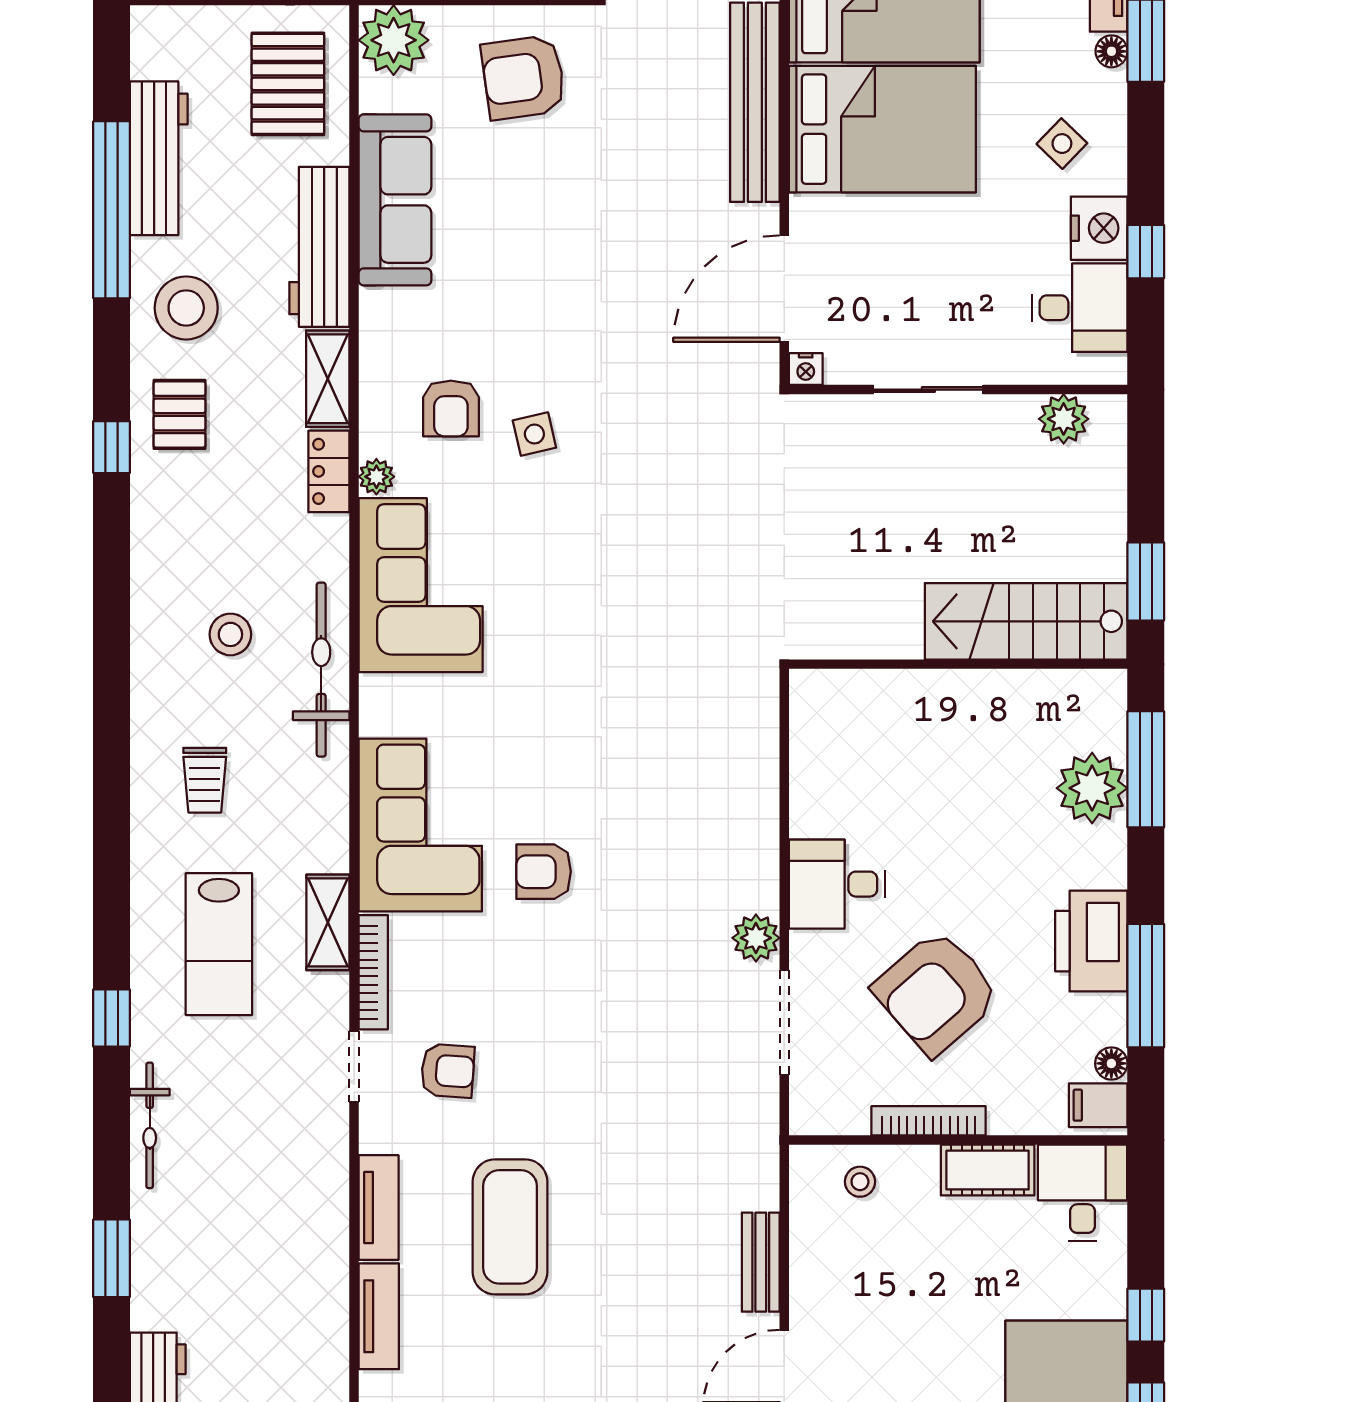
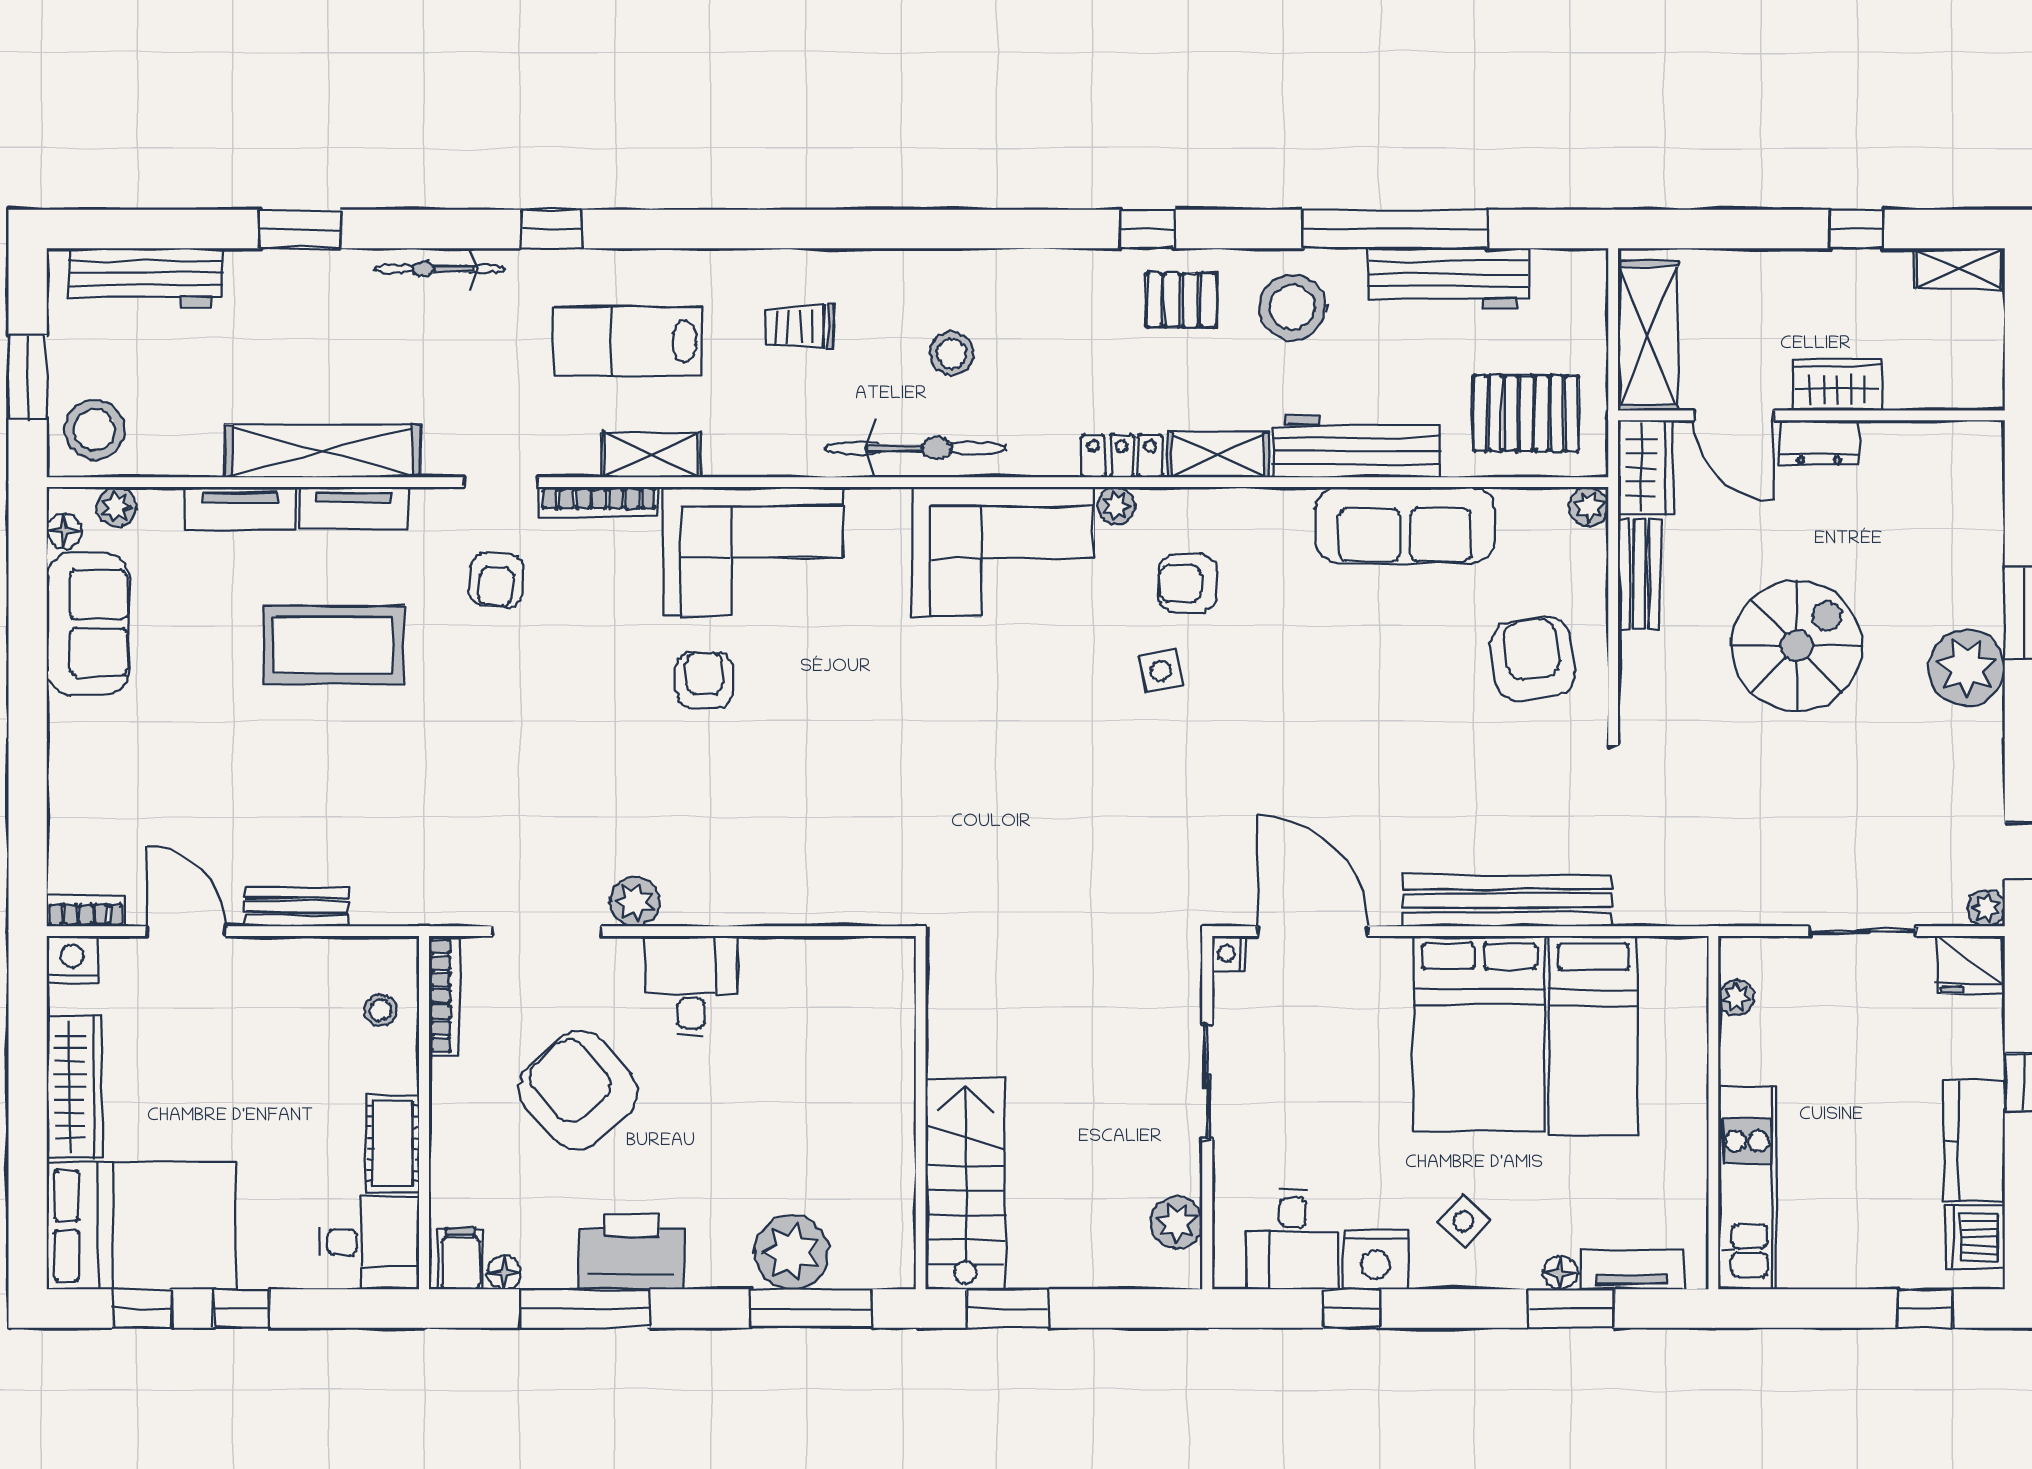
plant: (394, 40) -> (1589, 506), width x0.53, depth x0.53
bookcase: (929, 1121) -> (444, 996), moved
shelving: (324, 1237) -> (323, 451), added

